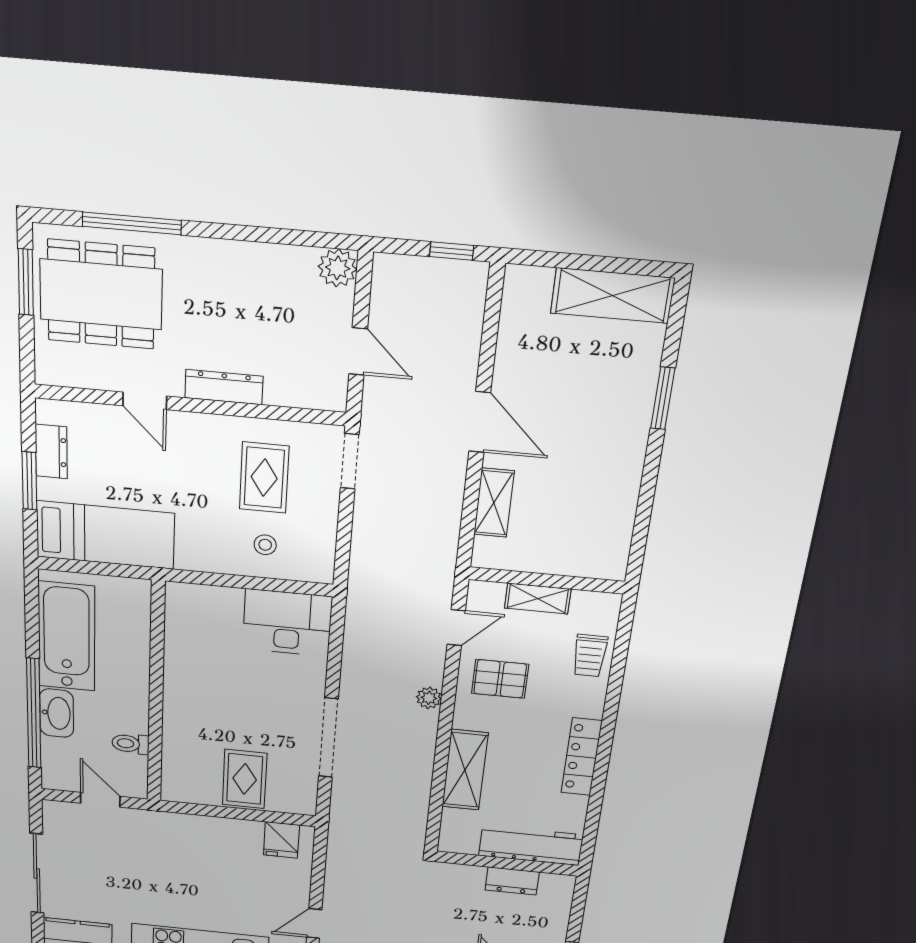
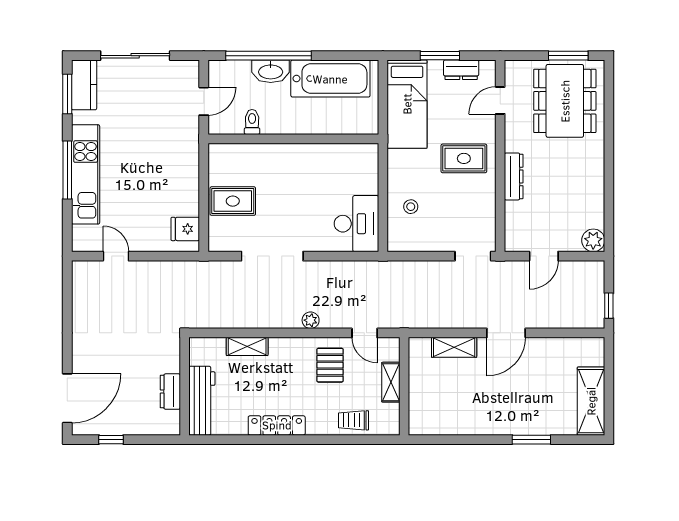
window: (132, 223) -> (609, 119), removed
door: (145, 401) -> (500, 100), moved
rug: (264, 478) -> (464, 158), moved
shelving: (465, 770) -> (247, 346), width x0.67, depth x0.75

